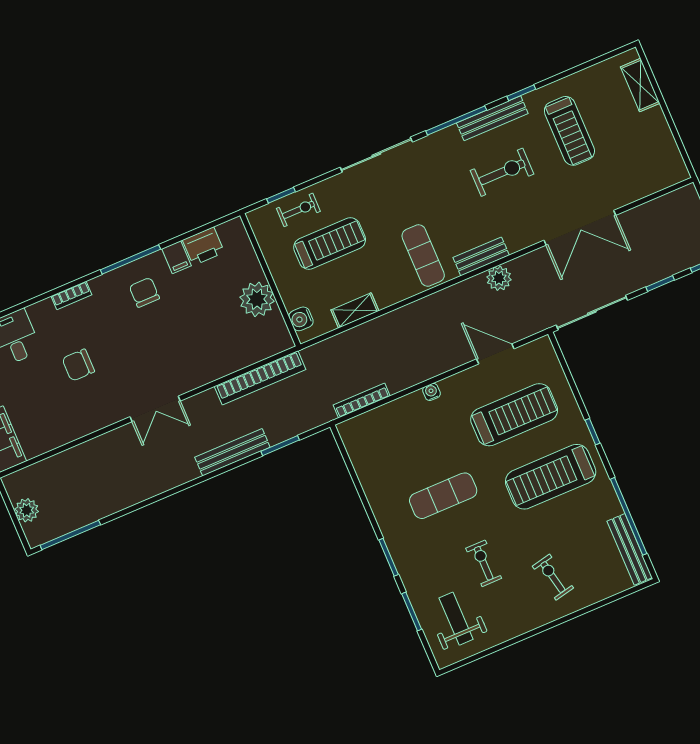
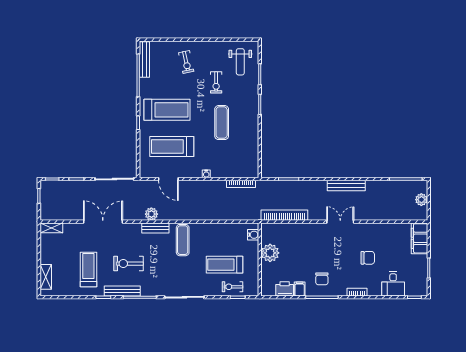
shelving: (355, 310) -> (51, 228), moved
bench: (232, 452) -> (346, 186), moved
exercise mat: (443, 496) -> (222, 123), turned 90

